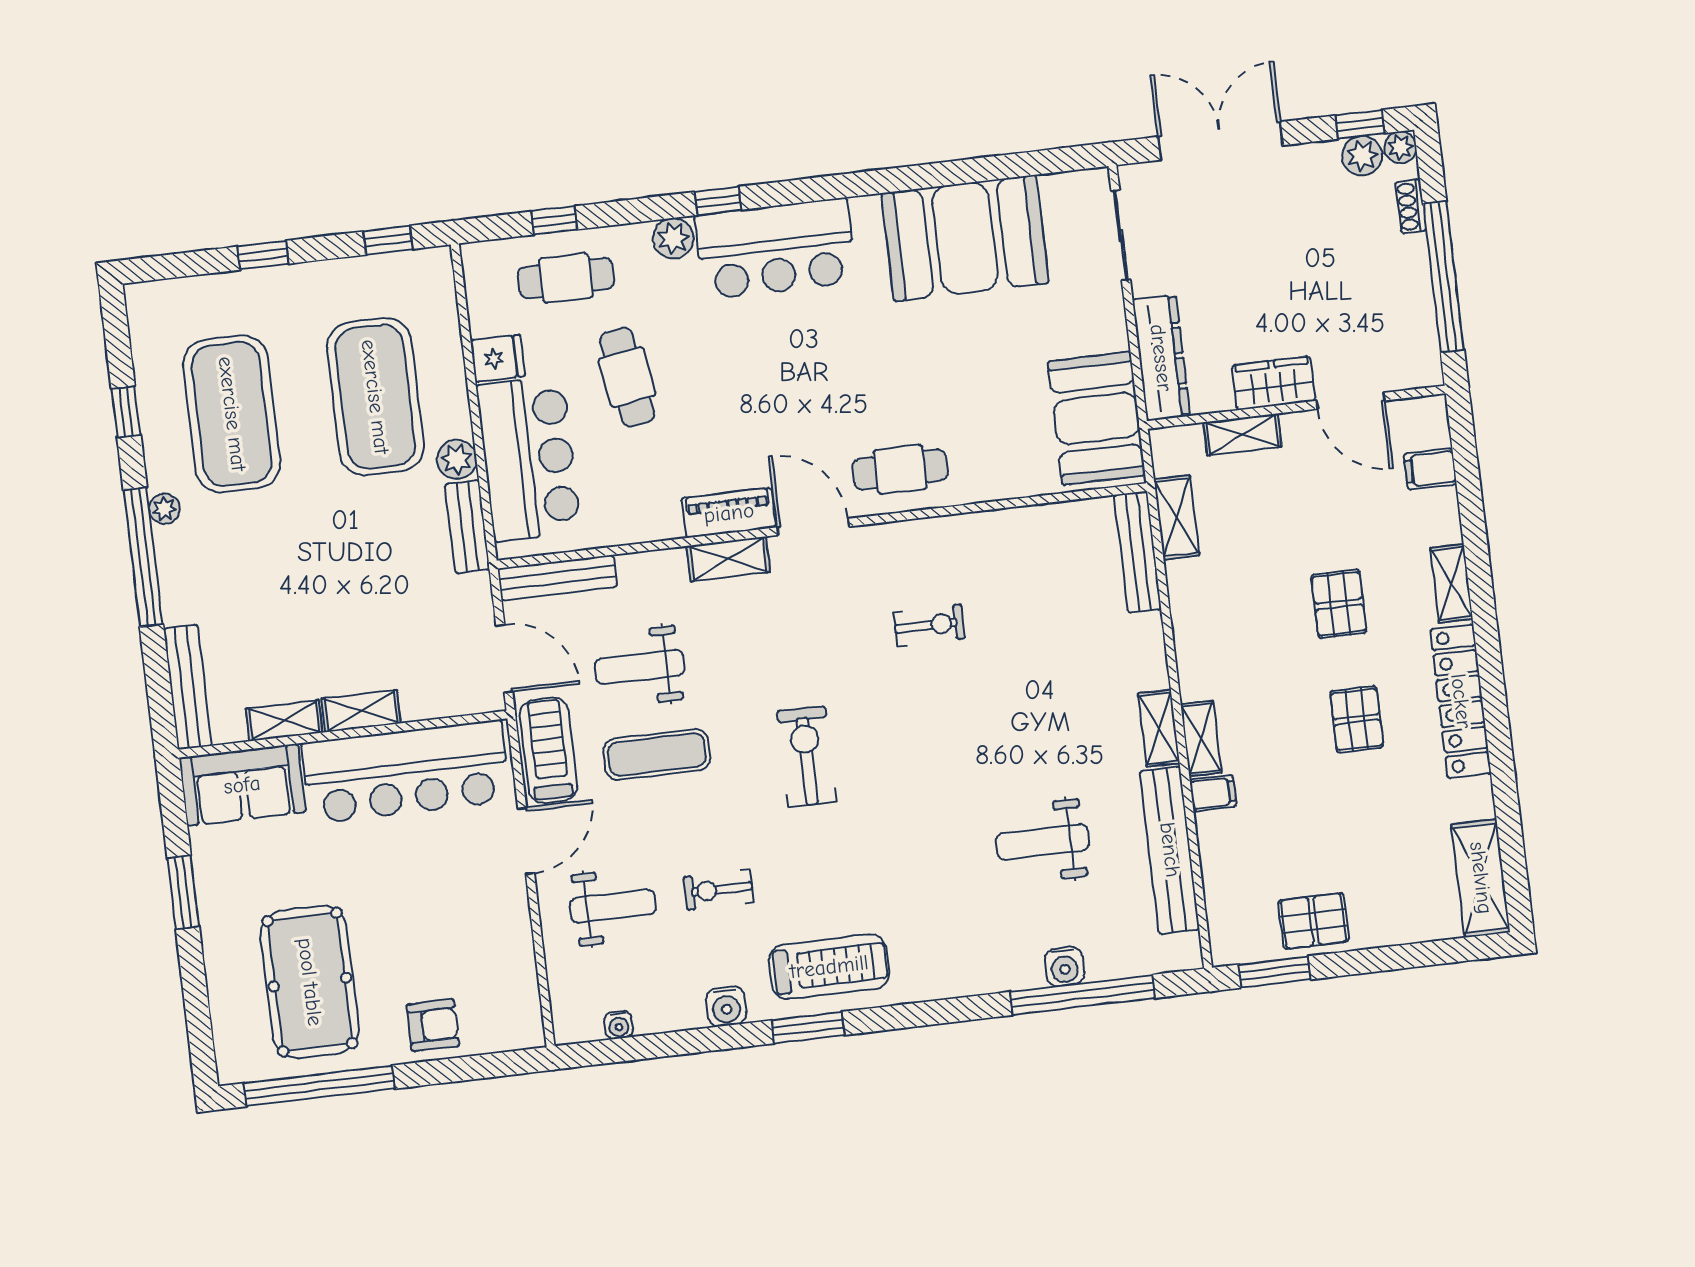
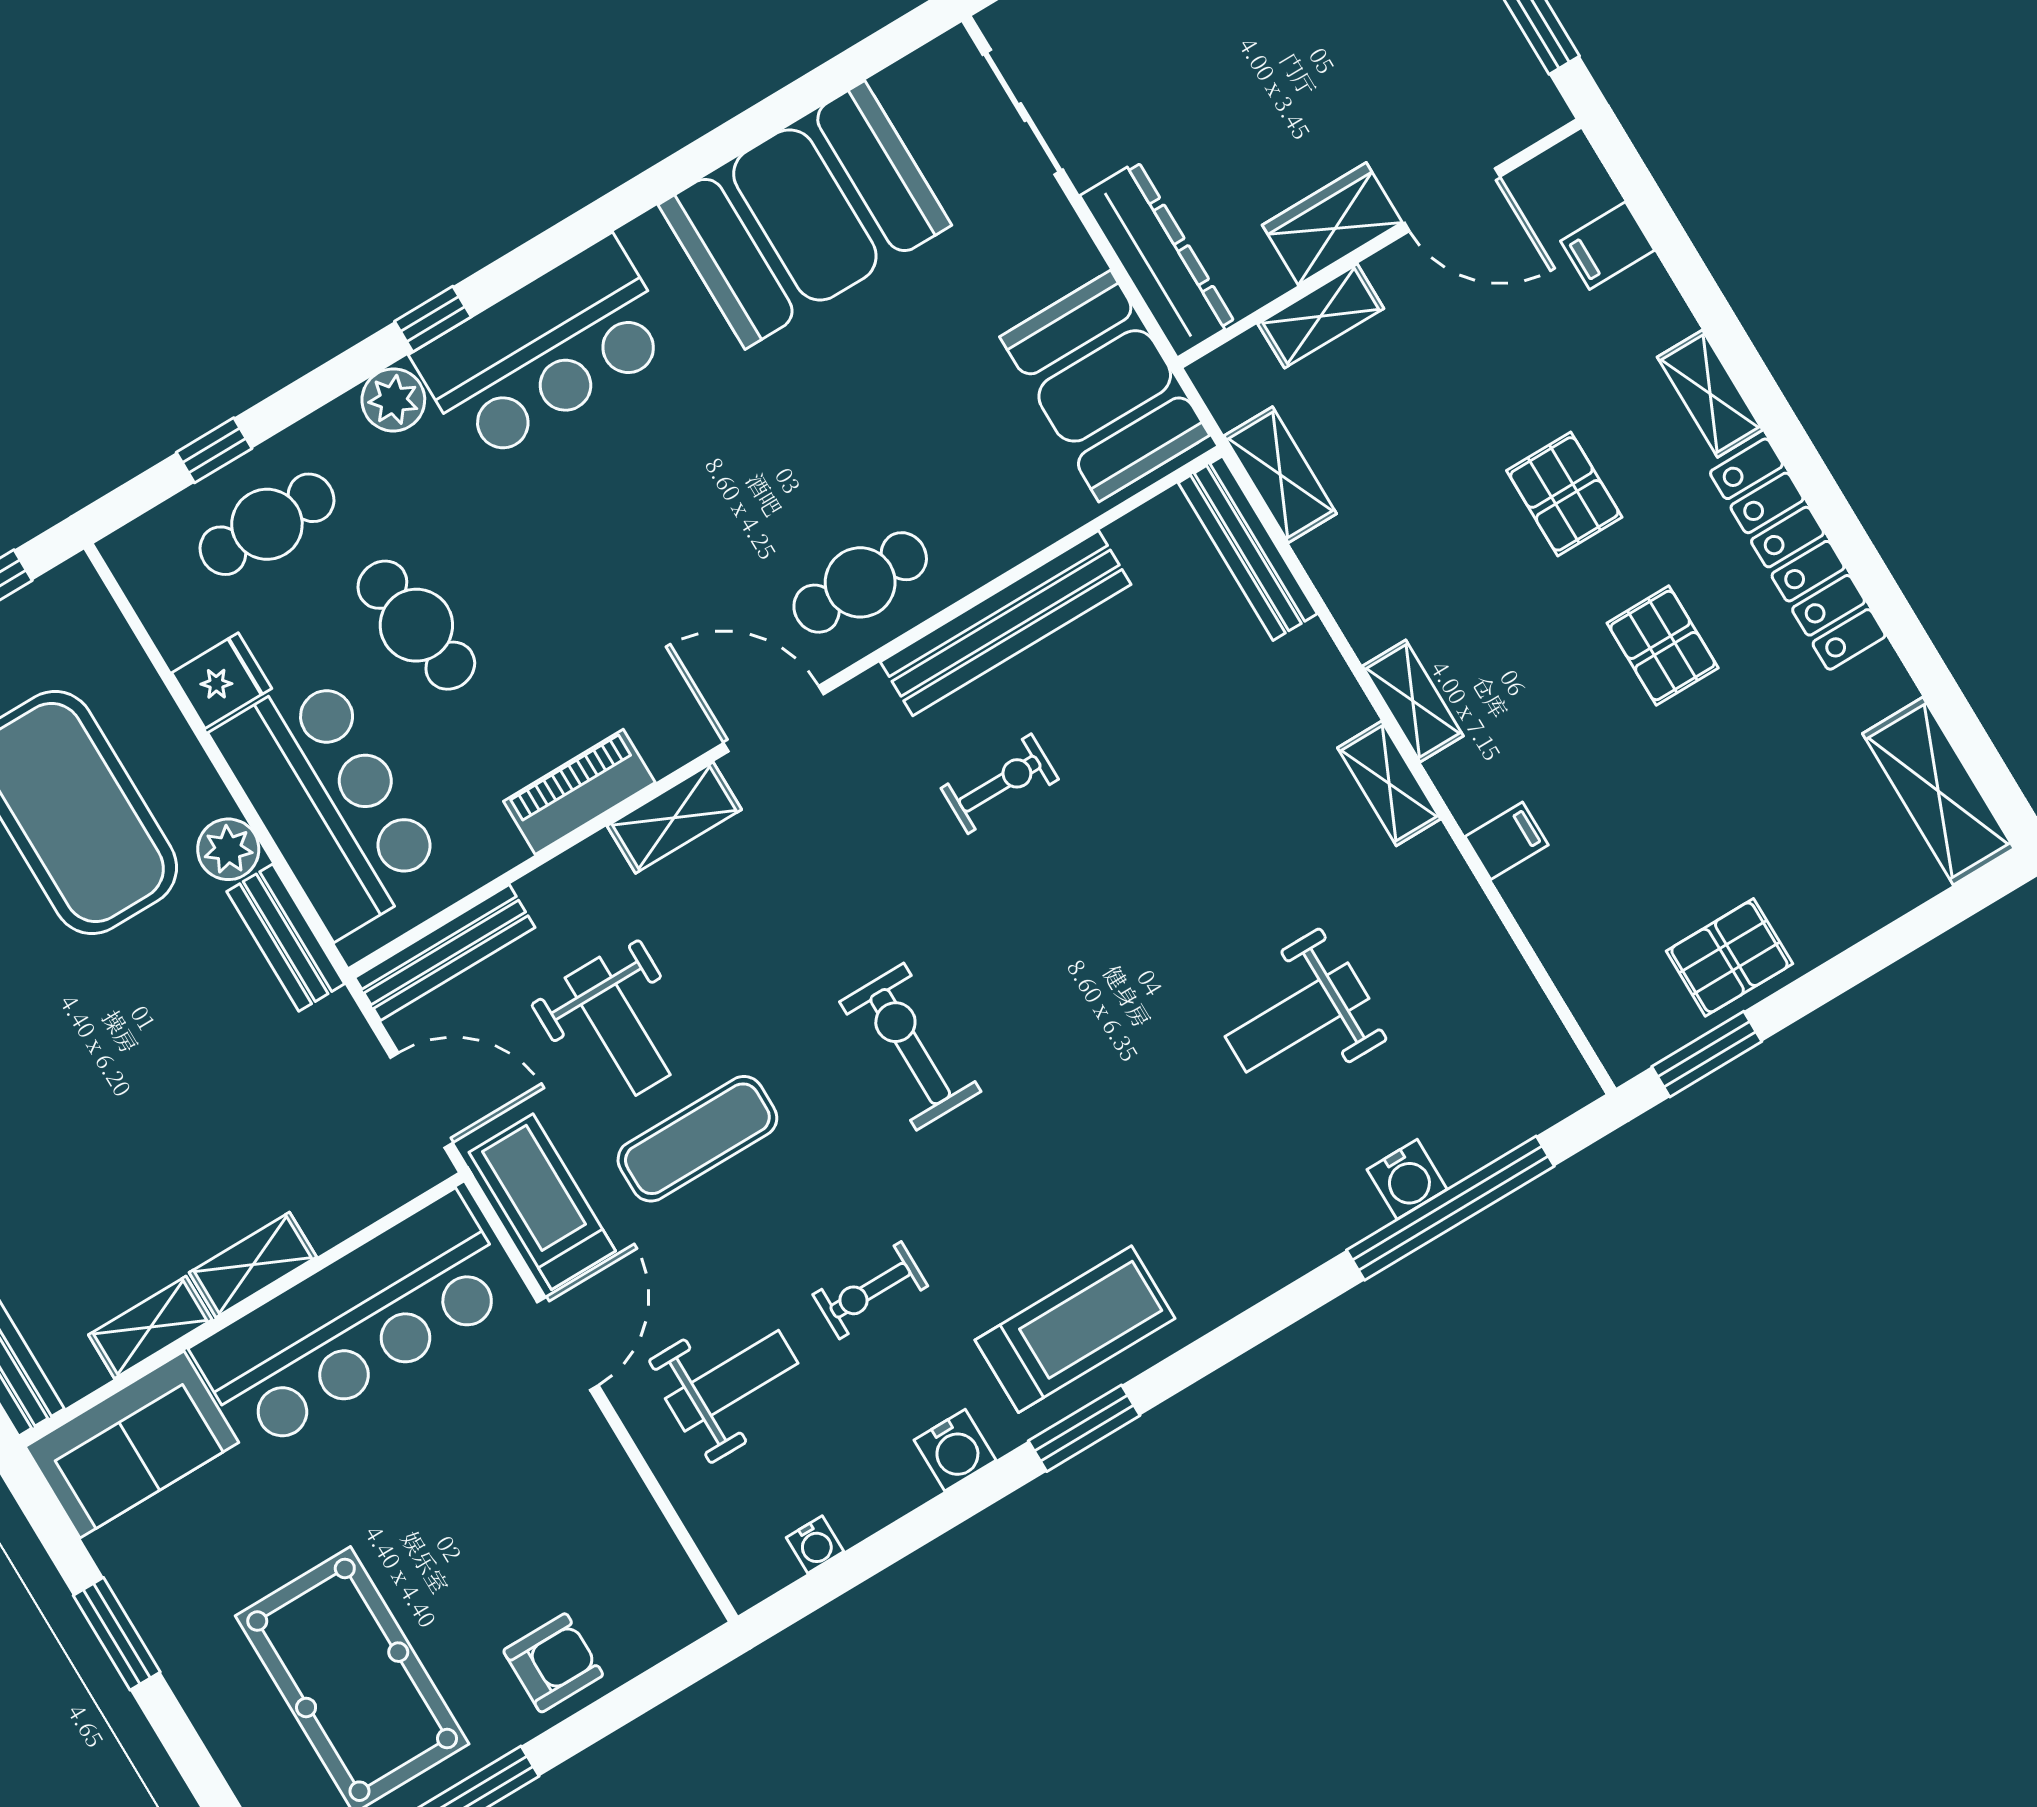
piano: (729, 513) -> (579, 792), moved
weight bench: (640, 667) -> (618, 1026), turned -90
shelving: (1201, 739) -> (1413, 701), moved
bench: (1170, 850) -> (1006, 623), moved, turned 90

